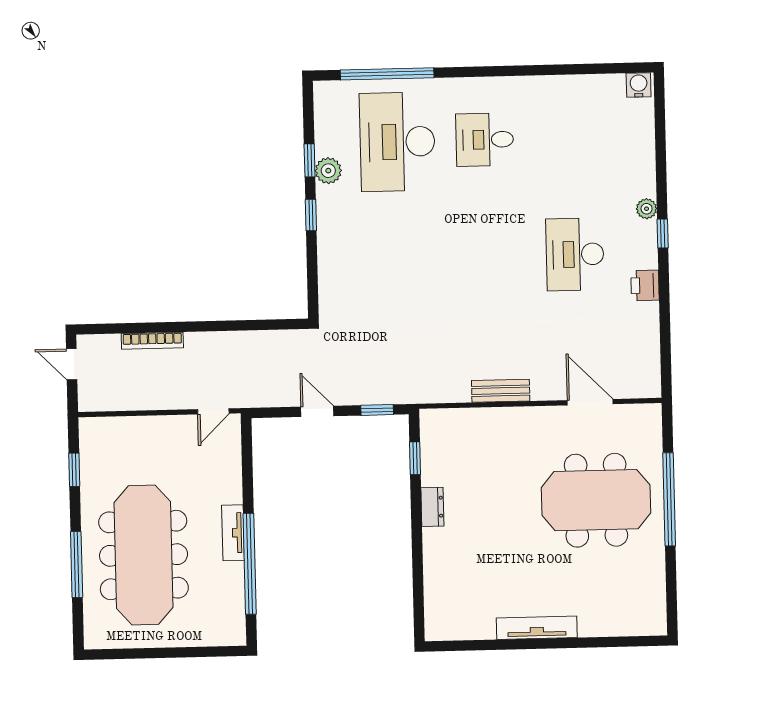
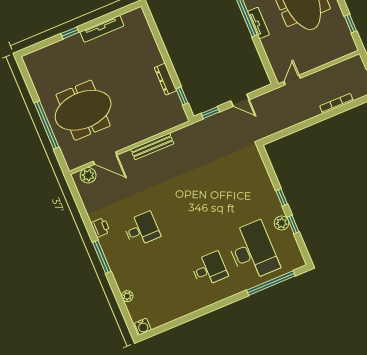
plant: (647, 209) -> (127, 296), moved
window: (663, 234) -> (102, 257), width x2.17
desk: (575, 254) -> (142, 229), width x0.73
plant: (631, 384) -> (88, 175), added
bench: (501, 391) -> (152, 146), width x1.36
dresser: (432, 507) -> (166, 79), width x1.44
tv unit: (537, 628) -> (102, 29), moved
window: (567, 643) -> (70, 33), added

